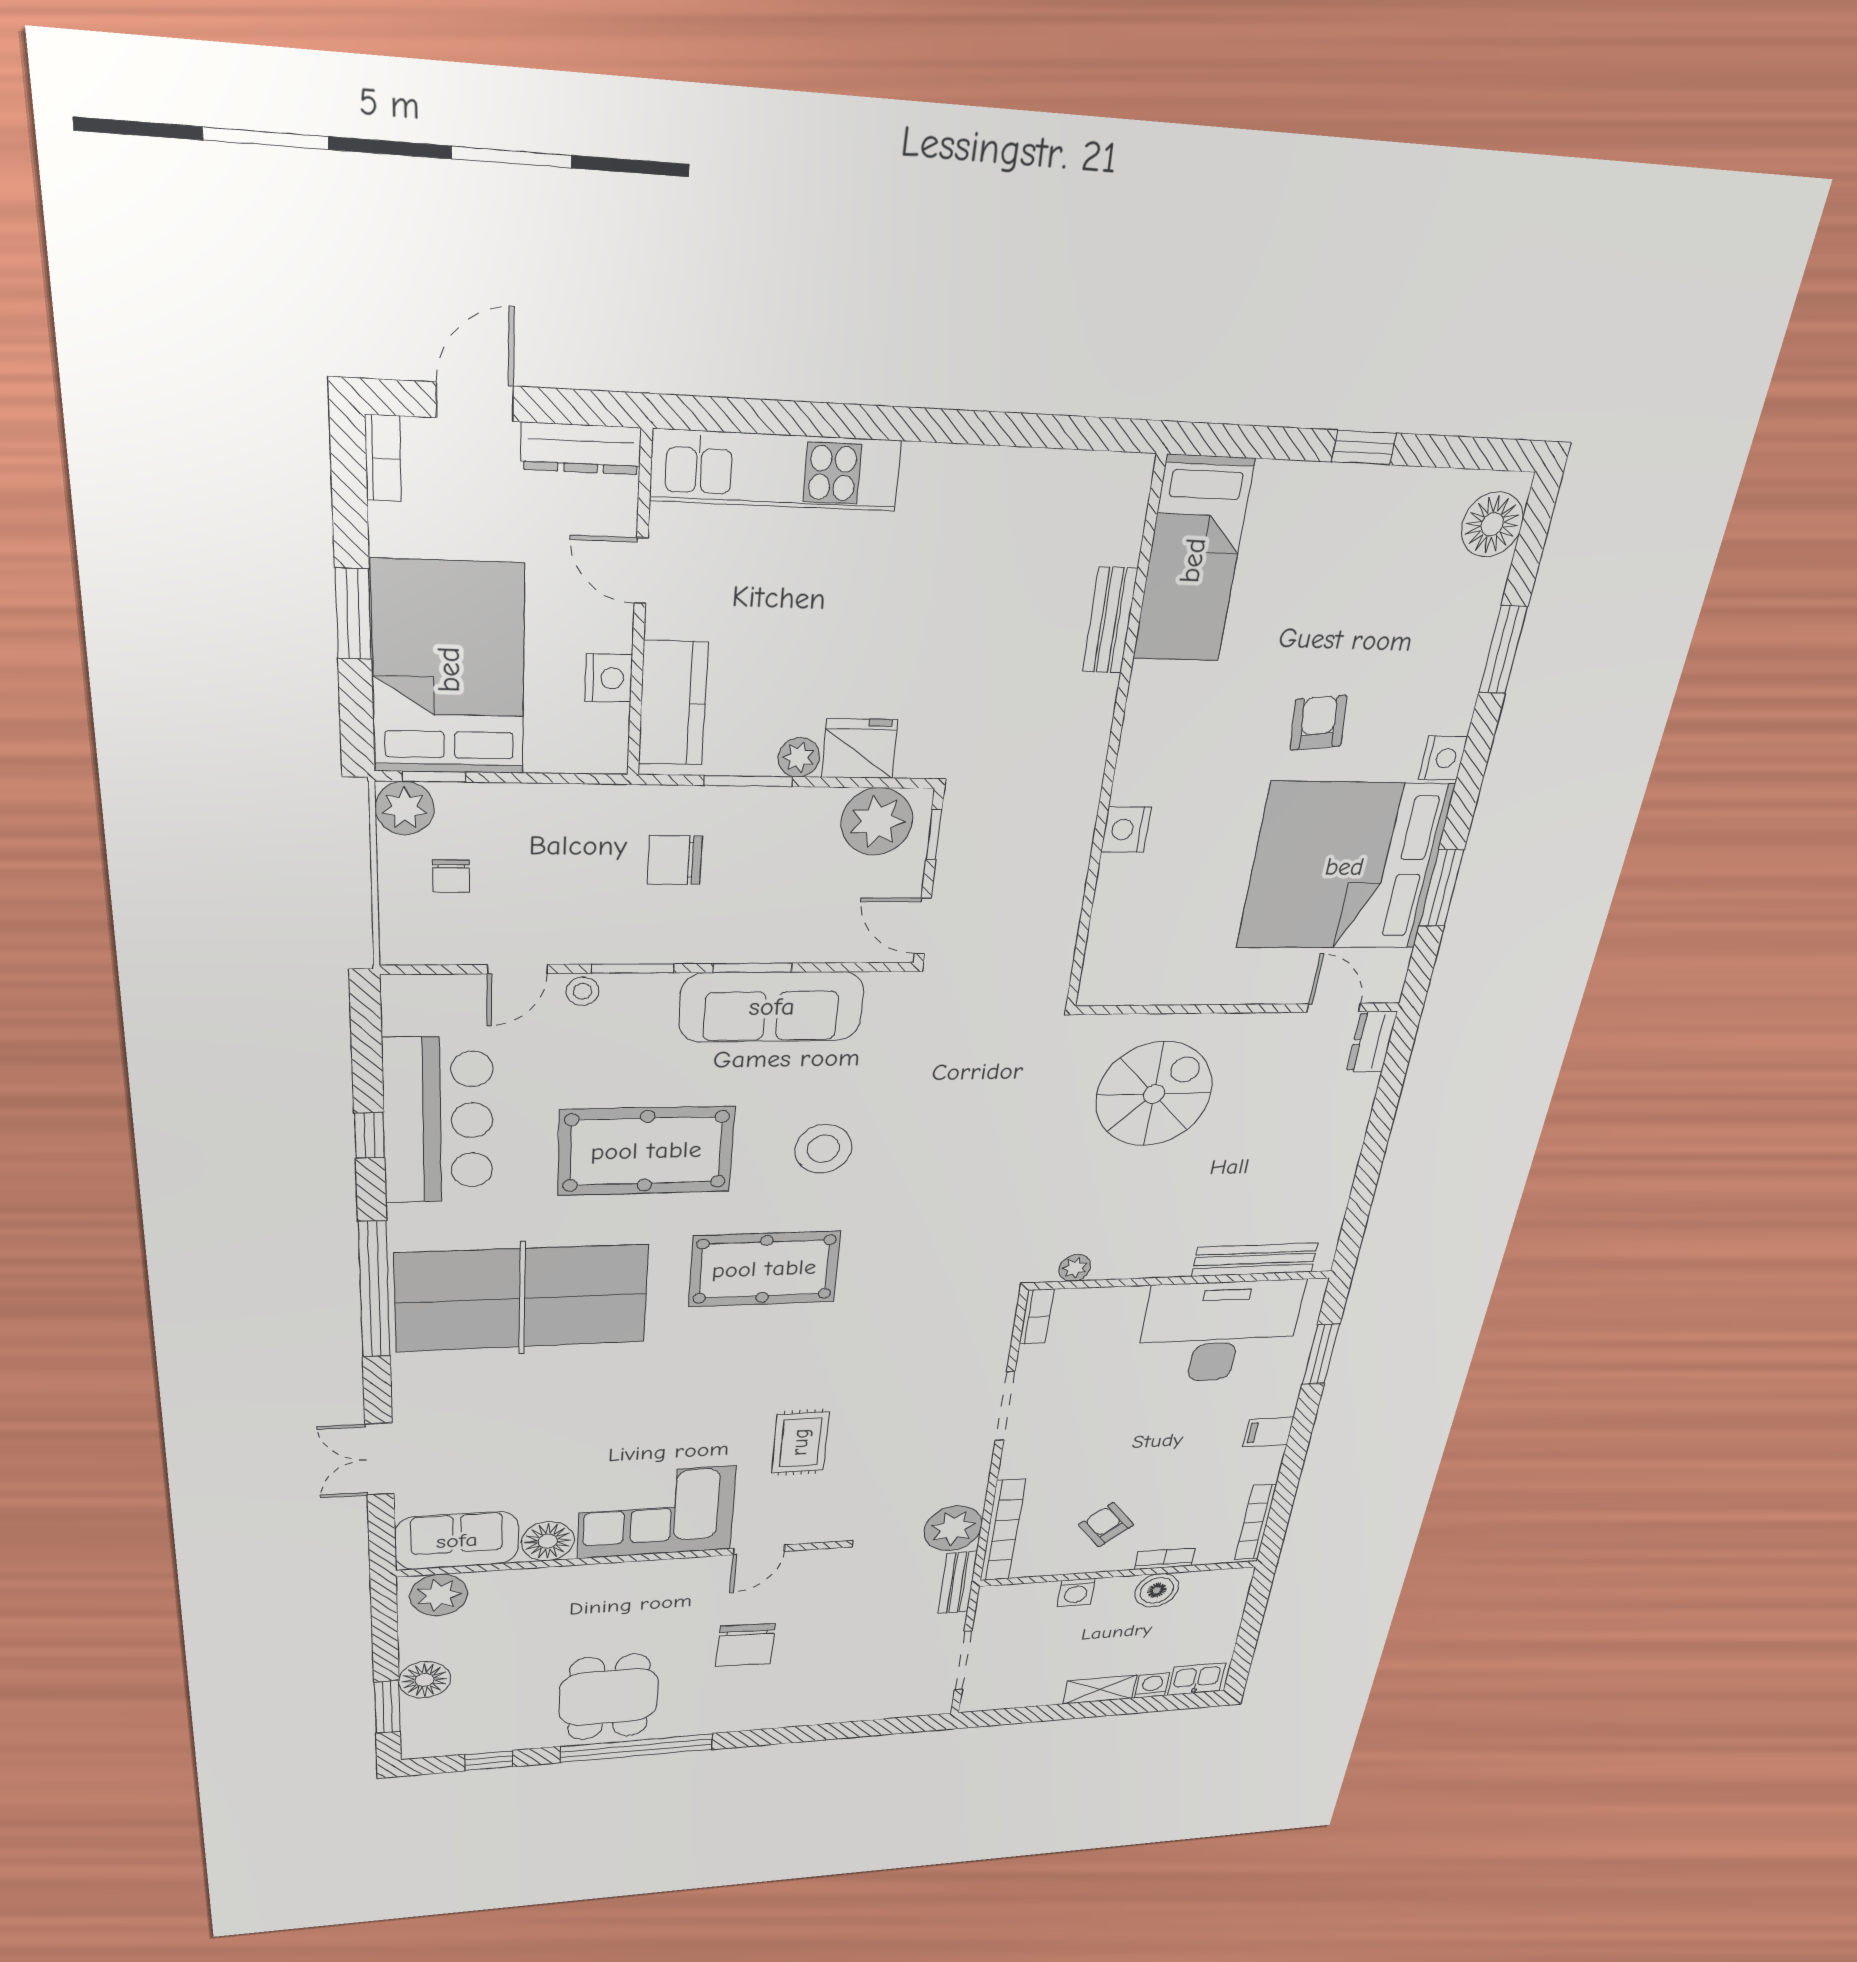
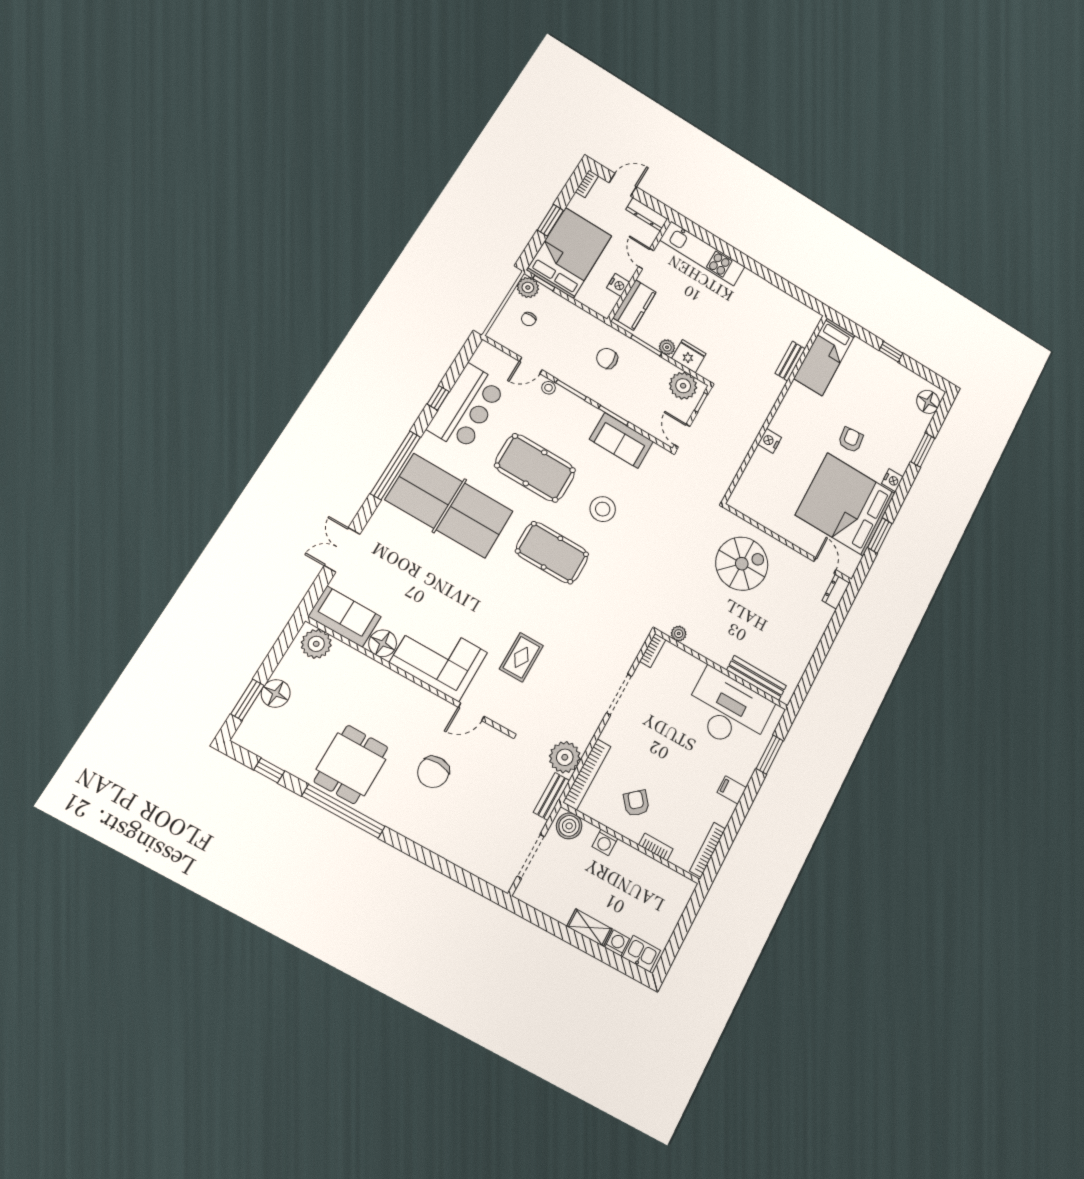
sofa: (772, 1007) -> (621, 440), width x0.73
boiler: (1157, 1590) -> (569, 826), moved

